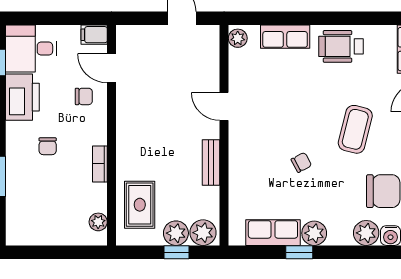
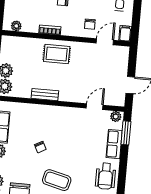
window: (264, 18) -> (126, 133), added
wheelchair: (341, 46) -> (106, 176), turned 180
door: (224, 106) -> (95, 107), moved
rug: (140, 205) -> (57, 54), moved

